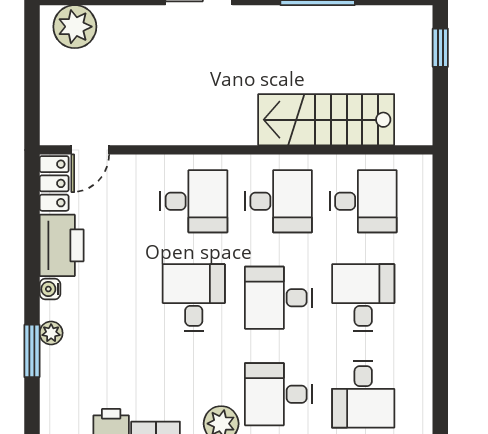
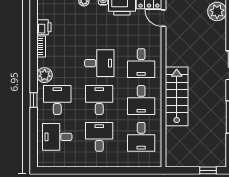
stairs: (326, 120) -> (177, 96), moved
desk: (363, 298) -> (99, 137), turned -90

